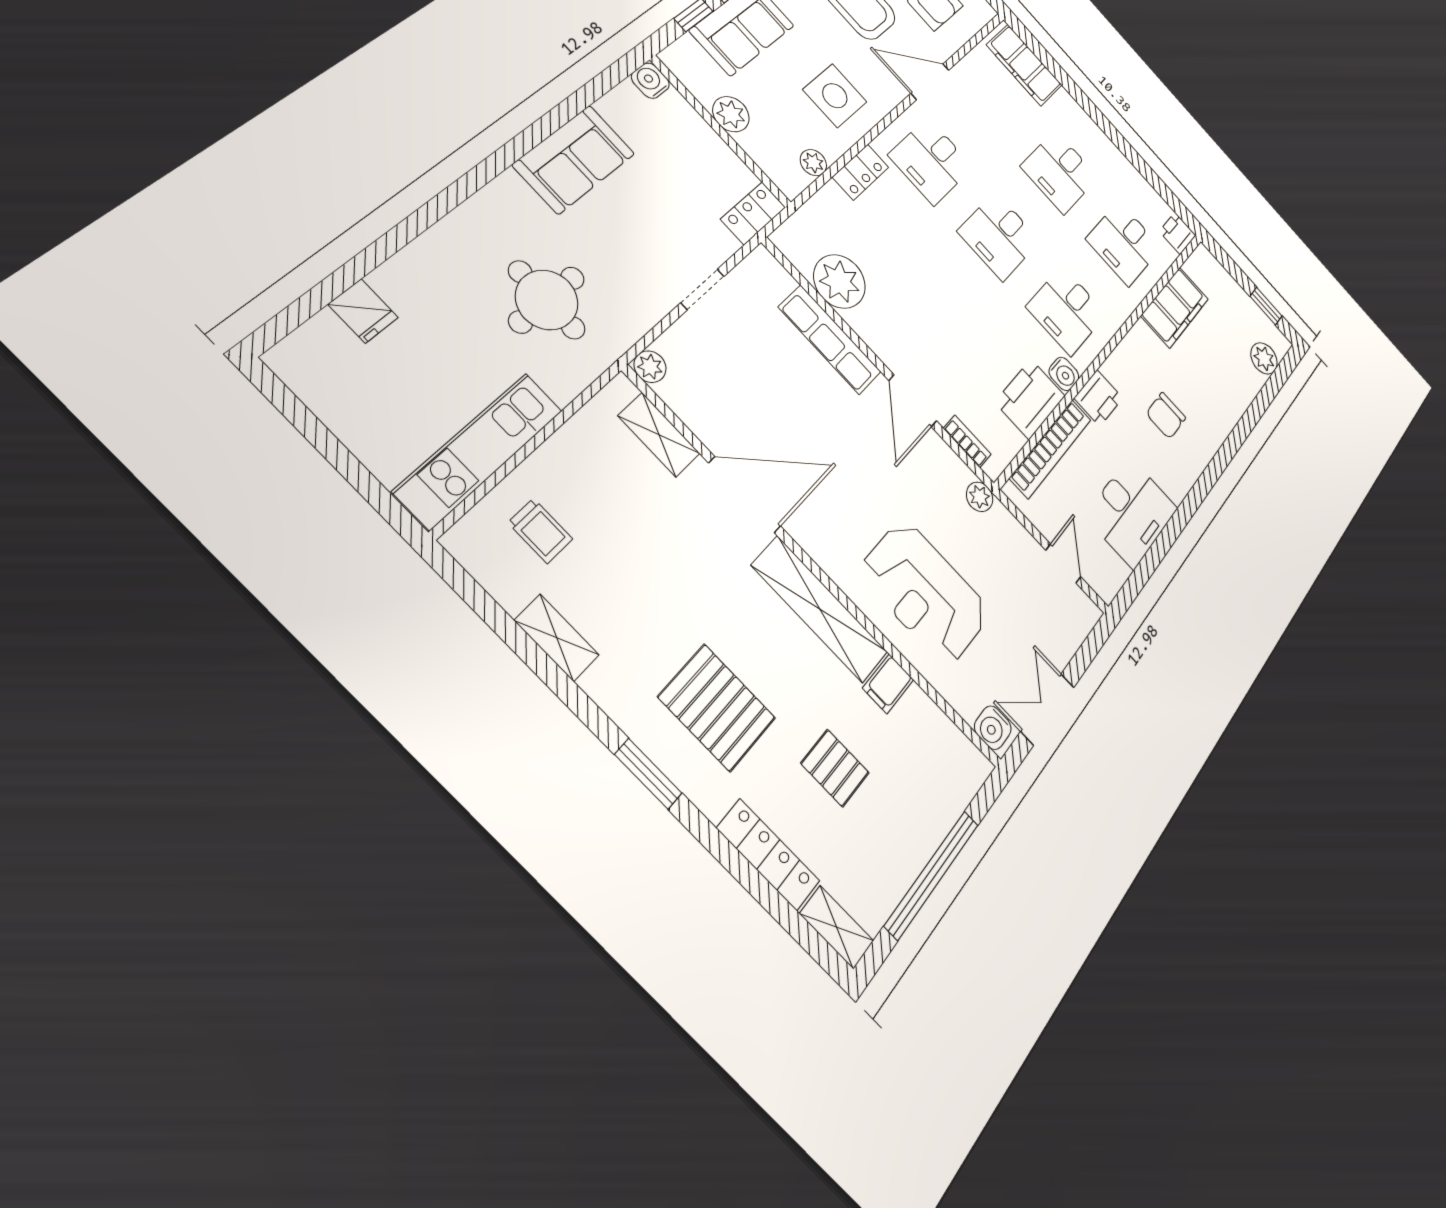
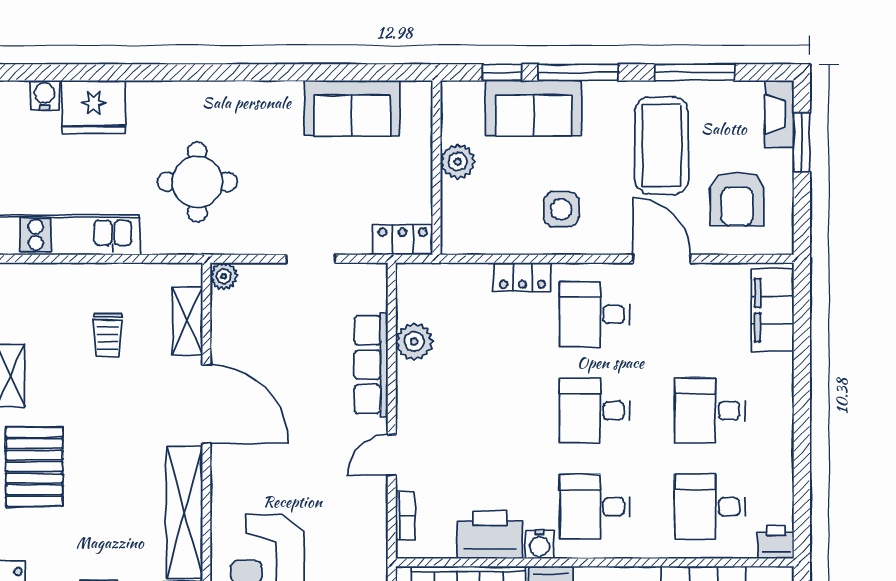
water cooler: (650, 81) -> (45, 95), moved
side table: (835, 96) -> (561, 209), width x0.73, depth x0.73
sofa: (574, 159) -> (352, 108), moved
plant: (813, 163) -> (489, 242), removed
plant: (839, 281) -> (414, 342), width x0.73, depth x0.73
fridge: (363, 311) -> (94, 107), width x1.88, depth x1.34
door: (913, 401) -> (392, 455), width x0.73
plant: (980, 497) -> (374, 556), removed
trolley: (540, 531) -> (108, 335), moved
pallet: (717, 707) -> (34, 467), moved

